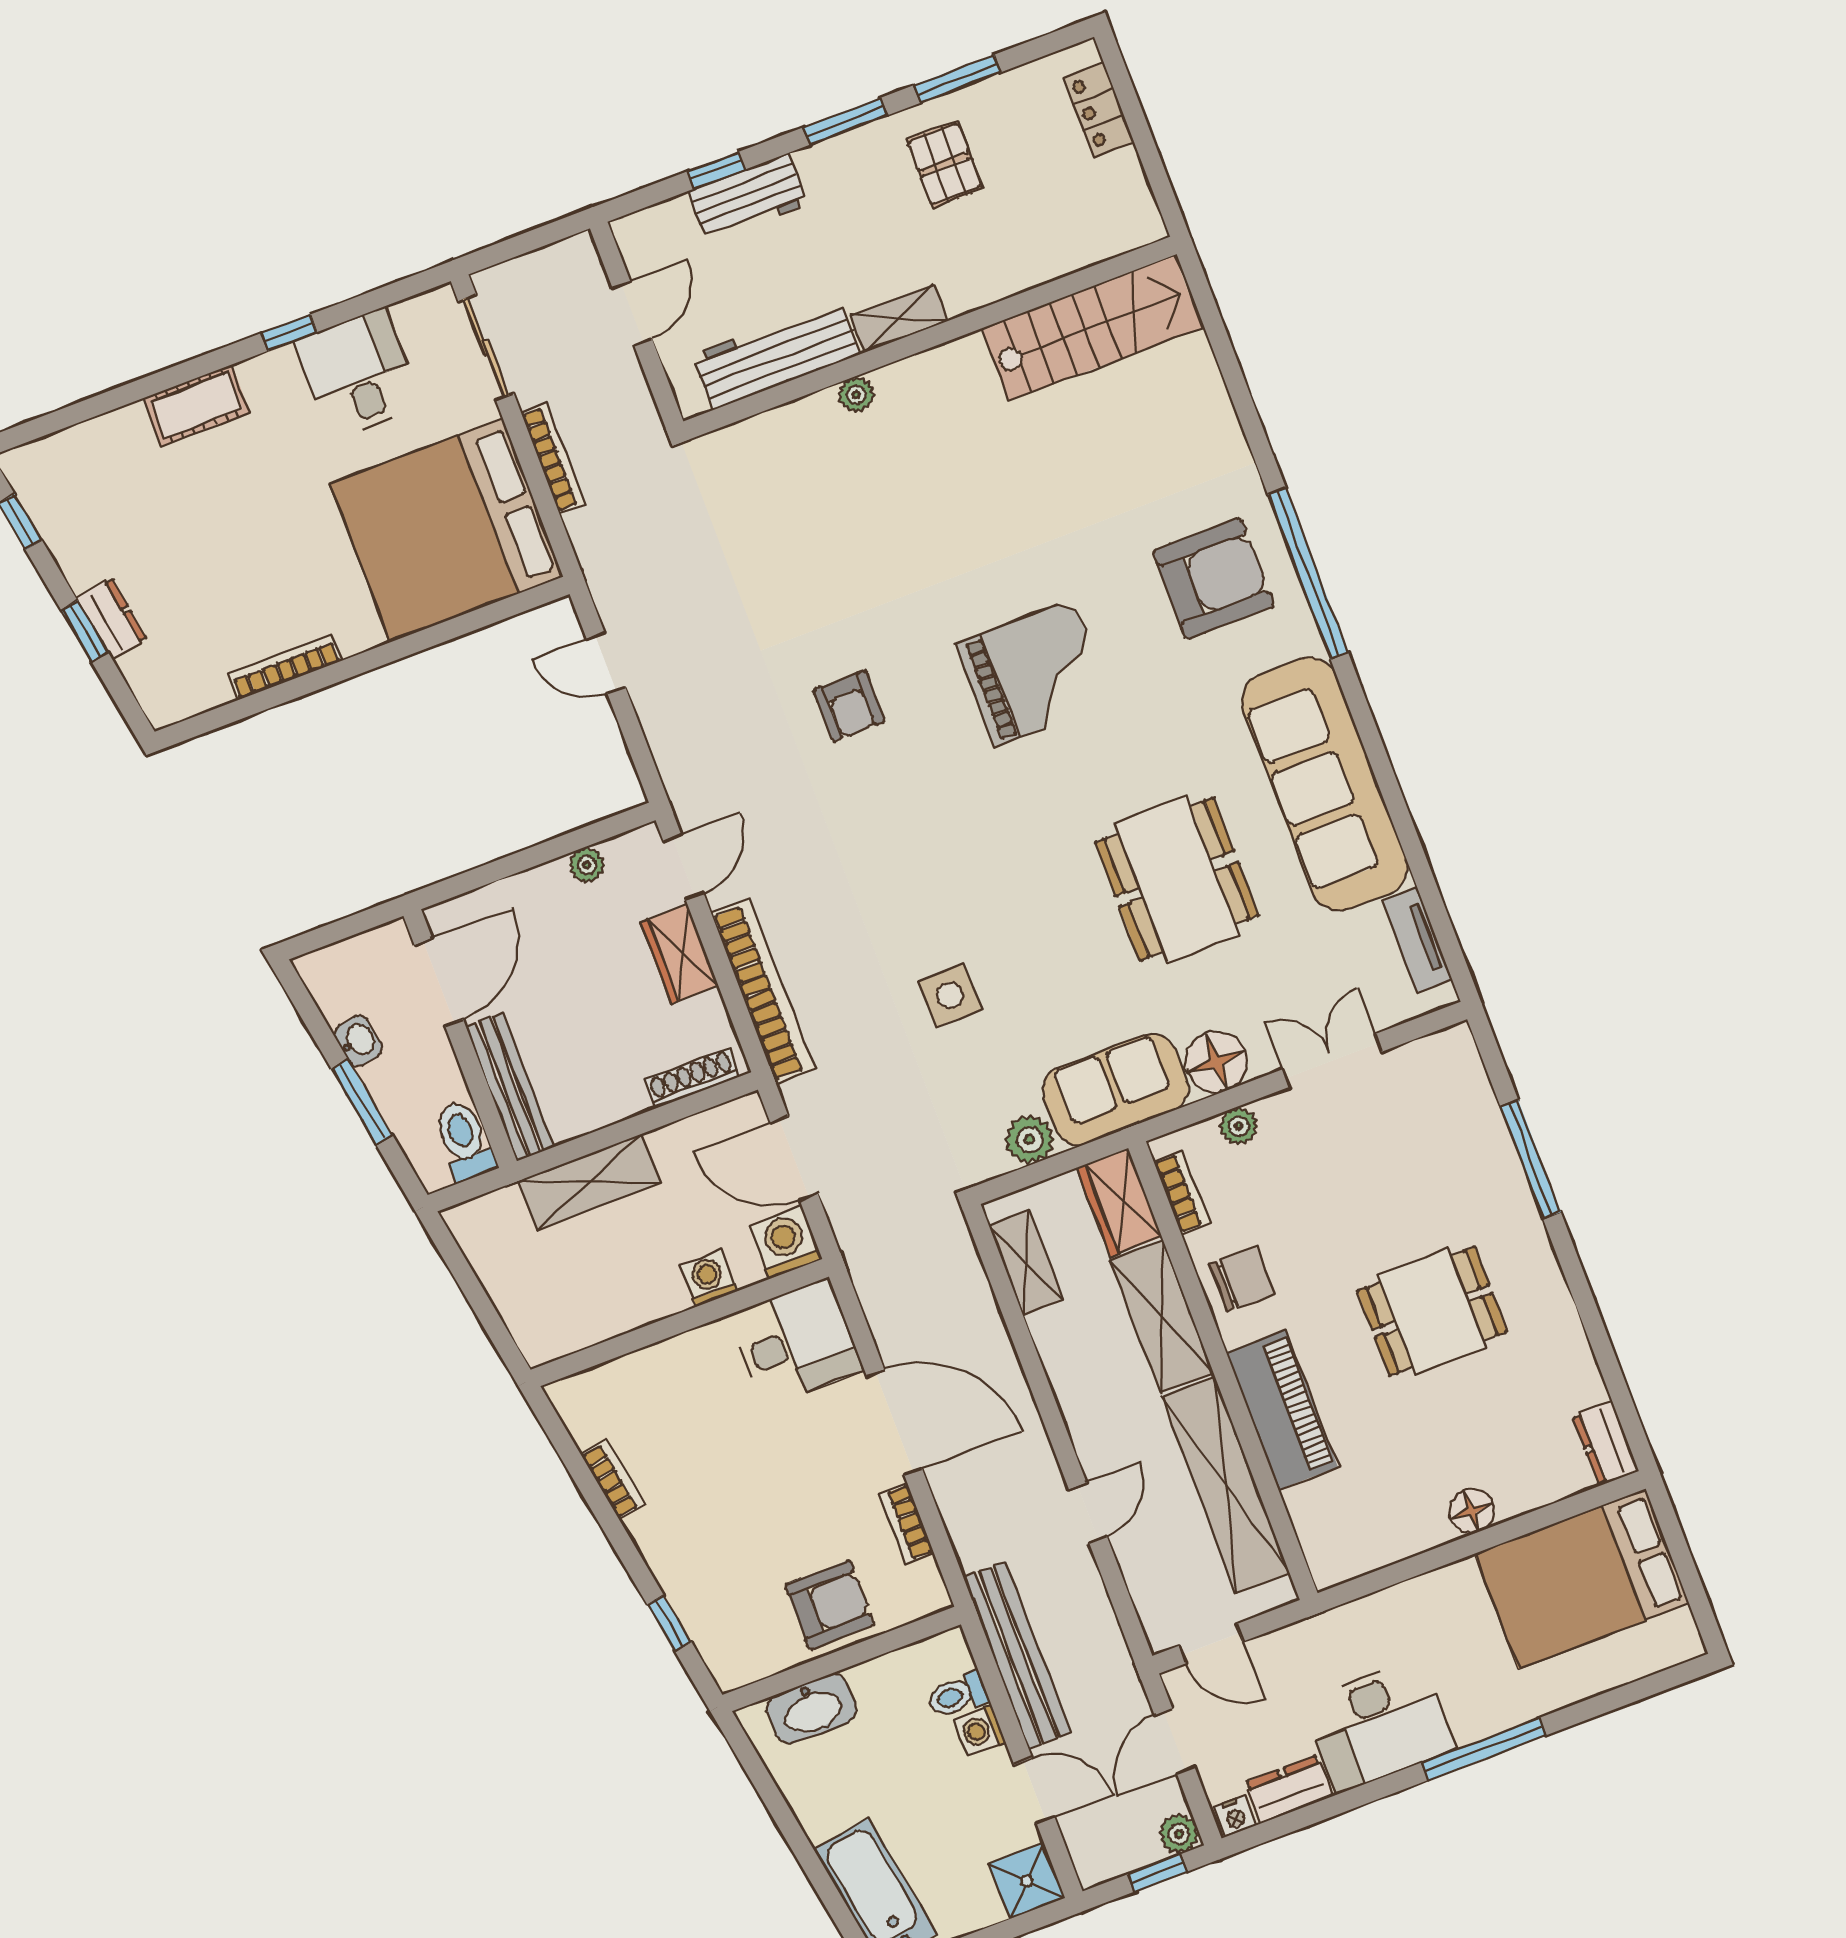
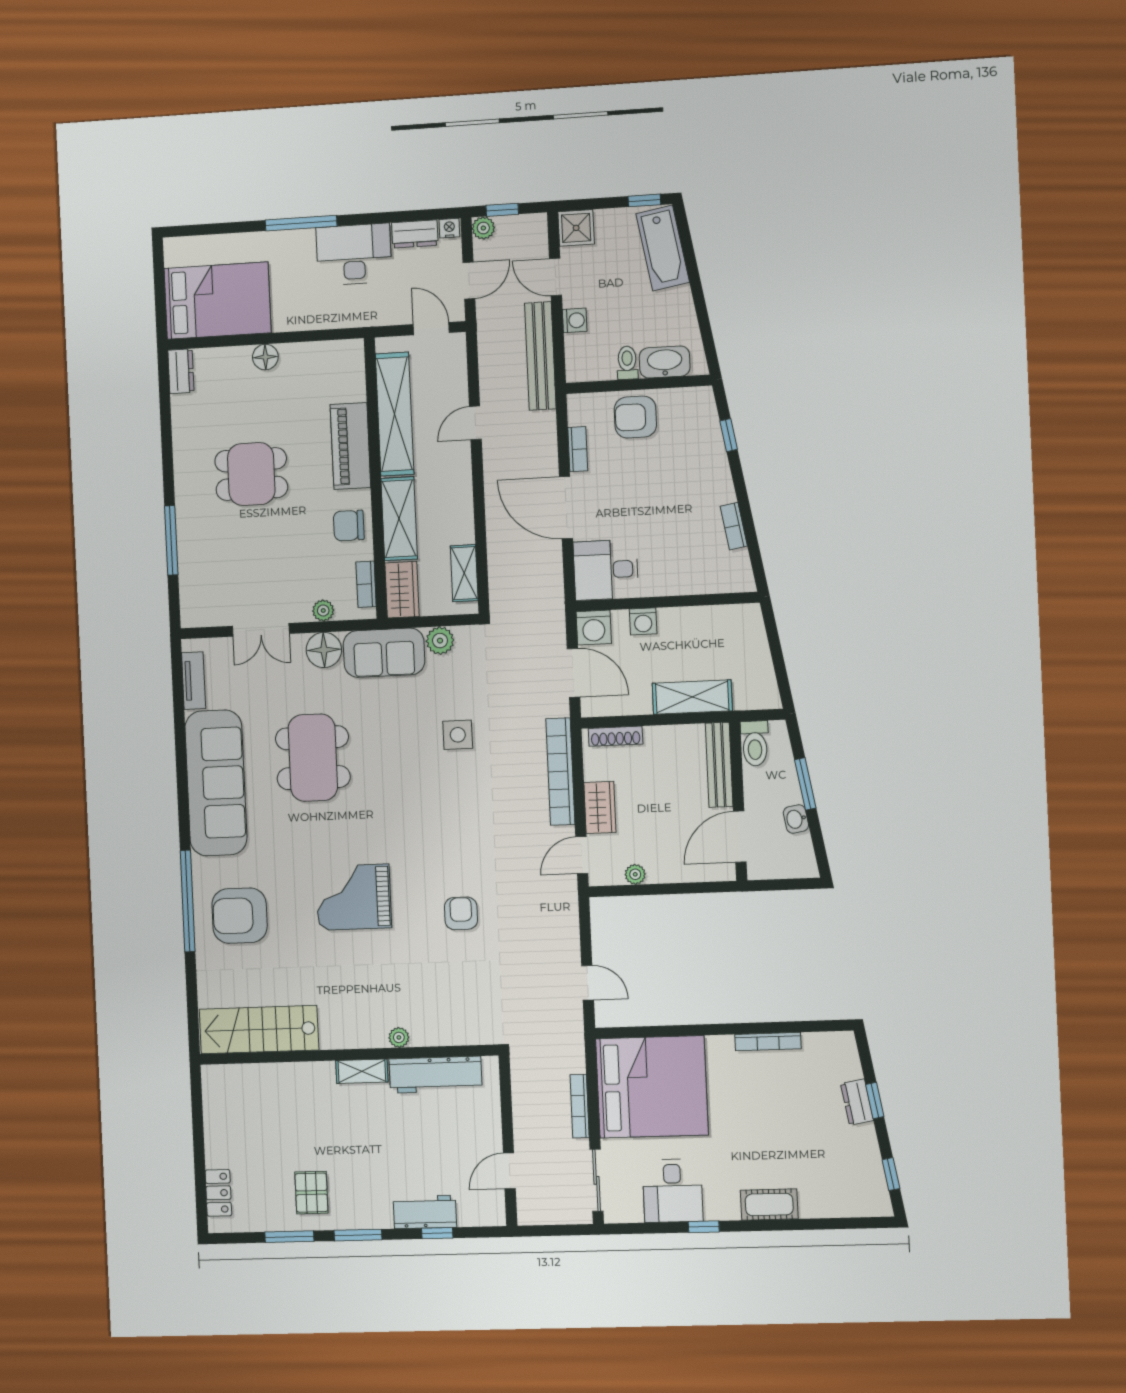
shelving: (899, 318) -> (362, 1071), moved
stairs: (1092, 328) -> (259, 1030), moved
wall: (930, 338) -> (348, 1055), moved
workbench: (776, 354) -> (435, 1075), moved
plant: (856, 395) -> (399, 1037), moved
toilet: (958, 1695) -> (627, 363), moved, turned -90

